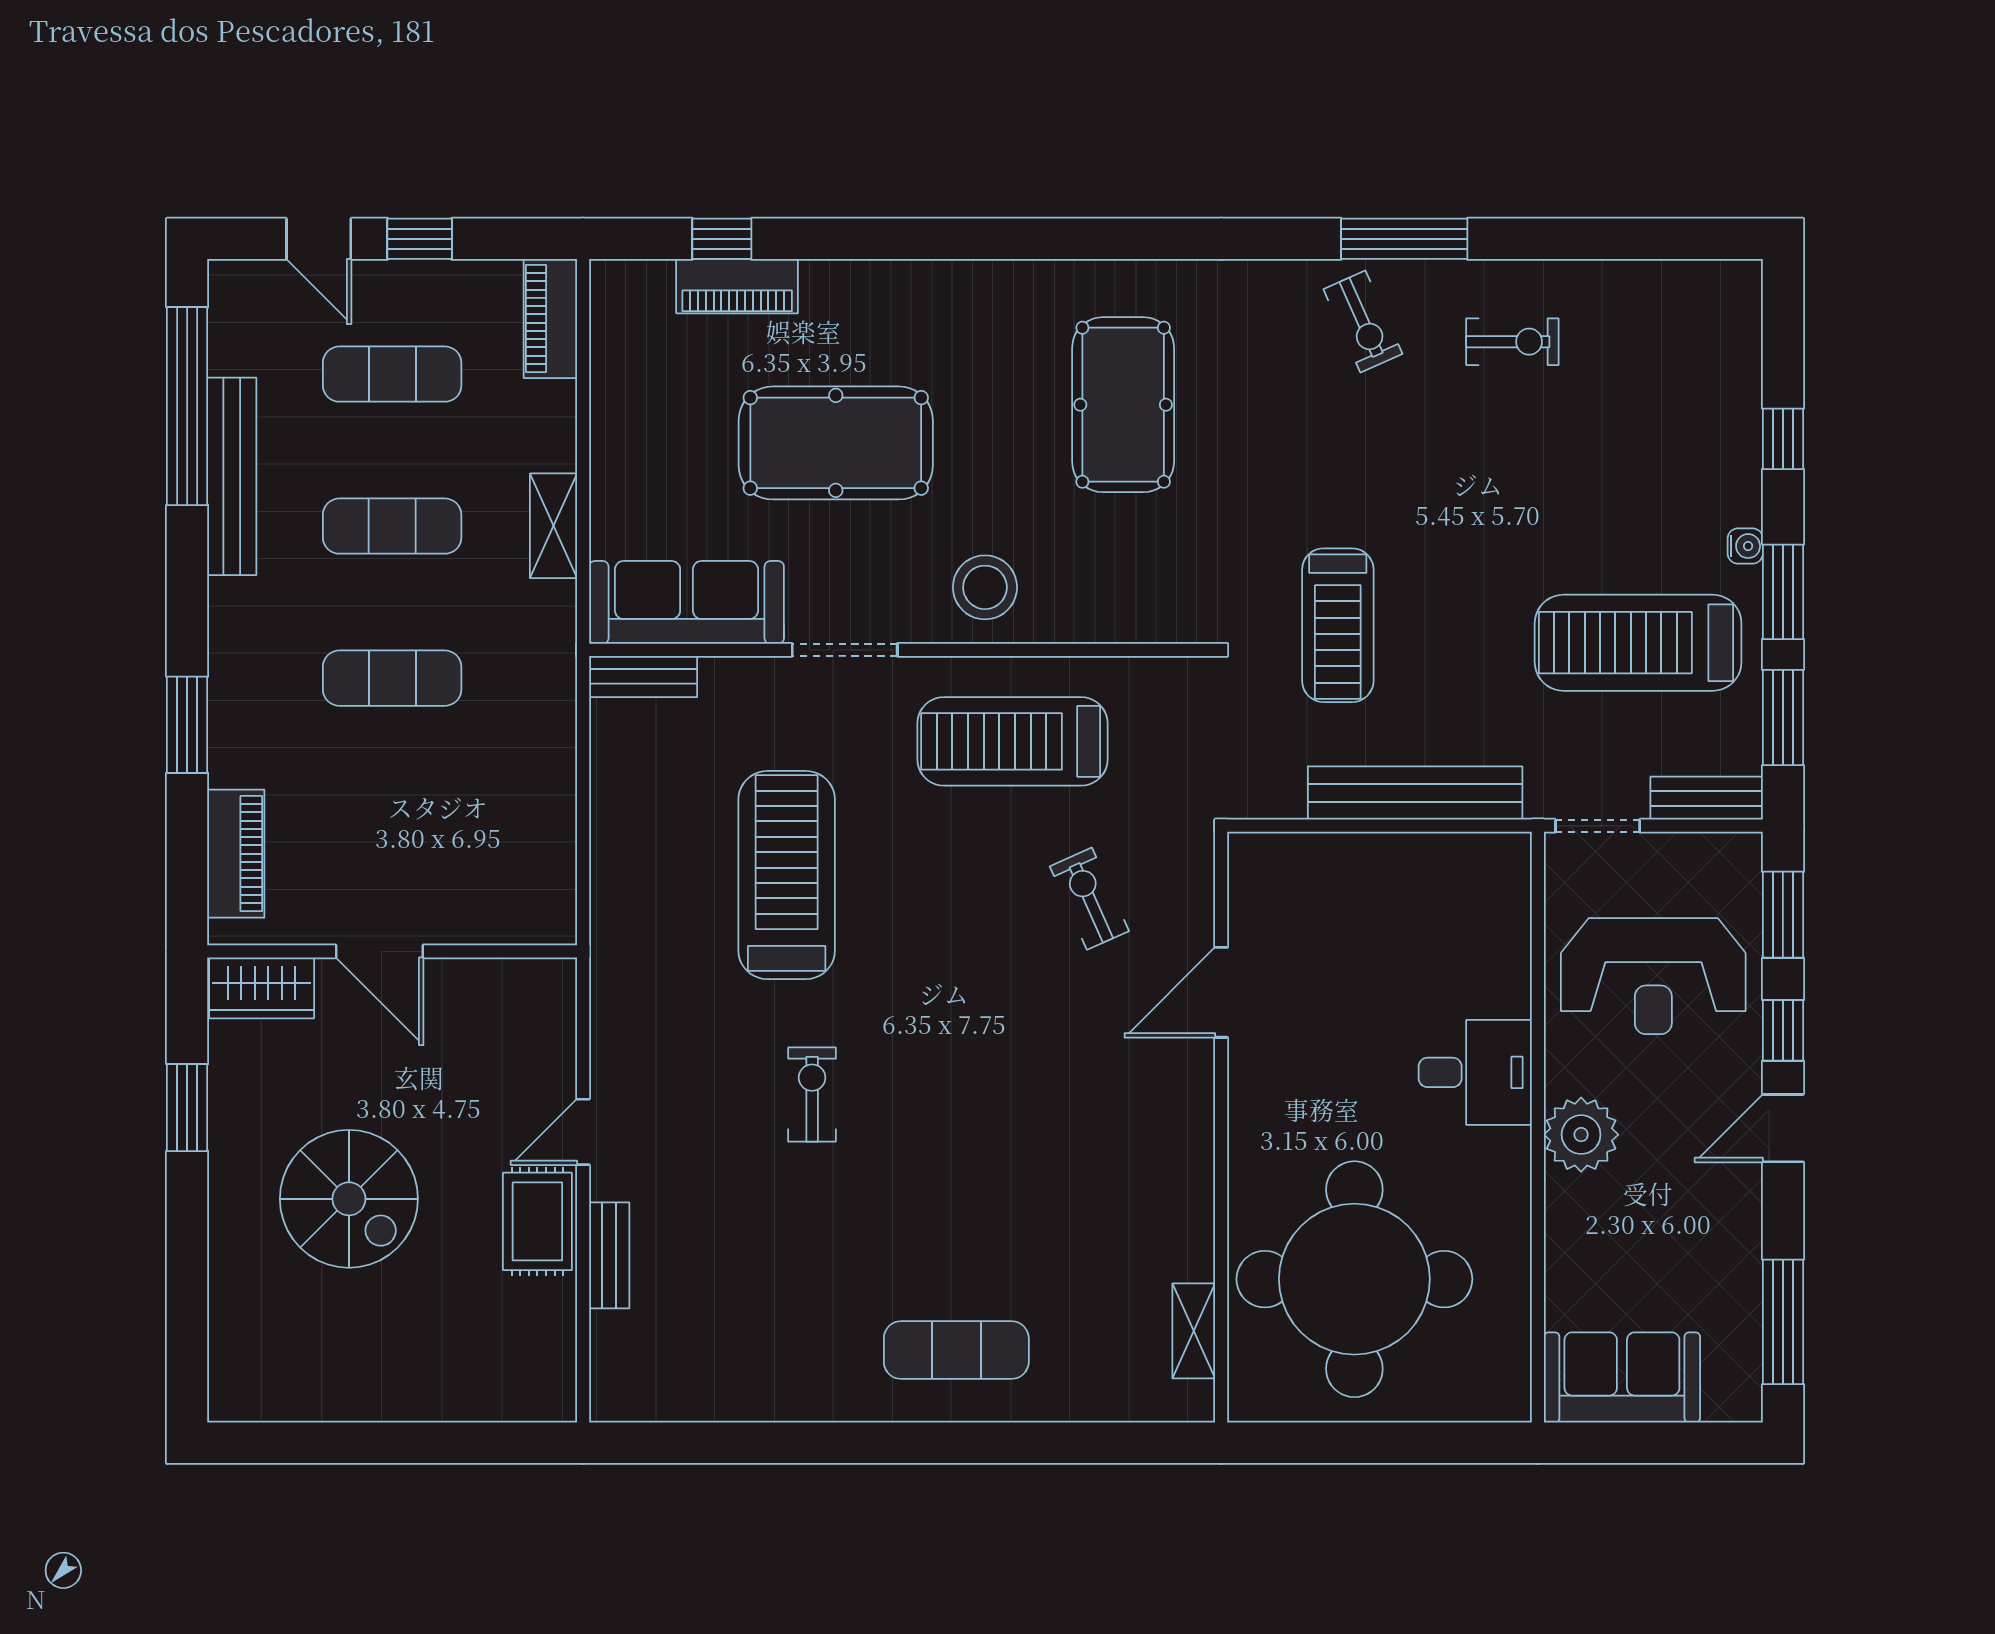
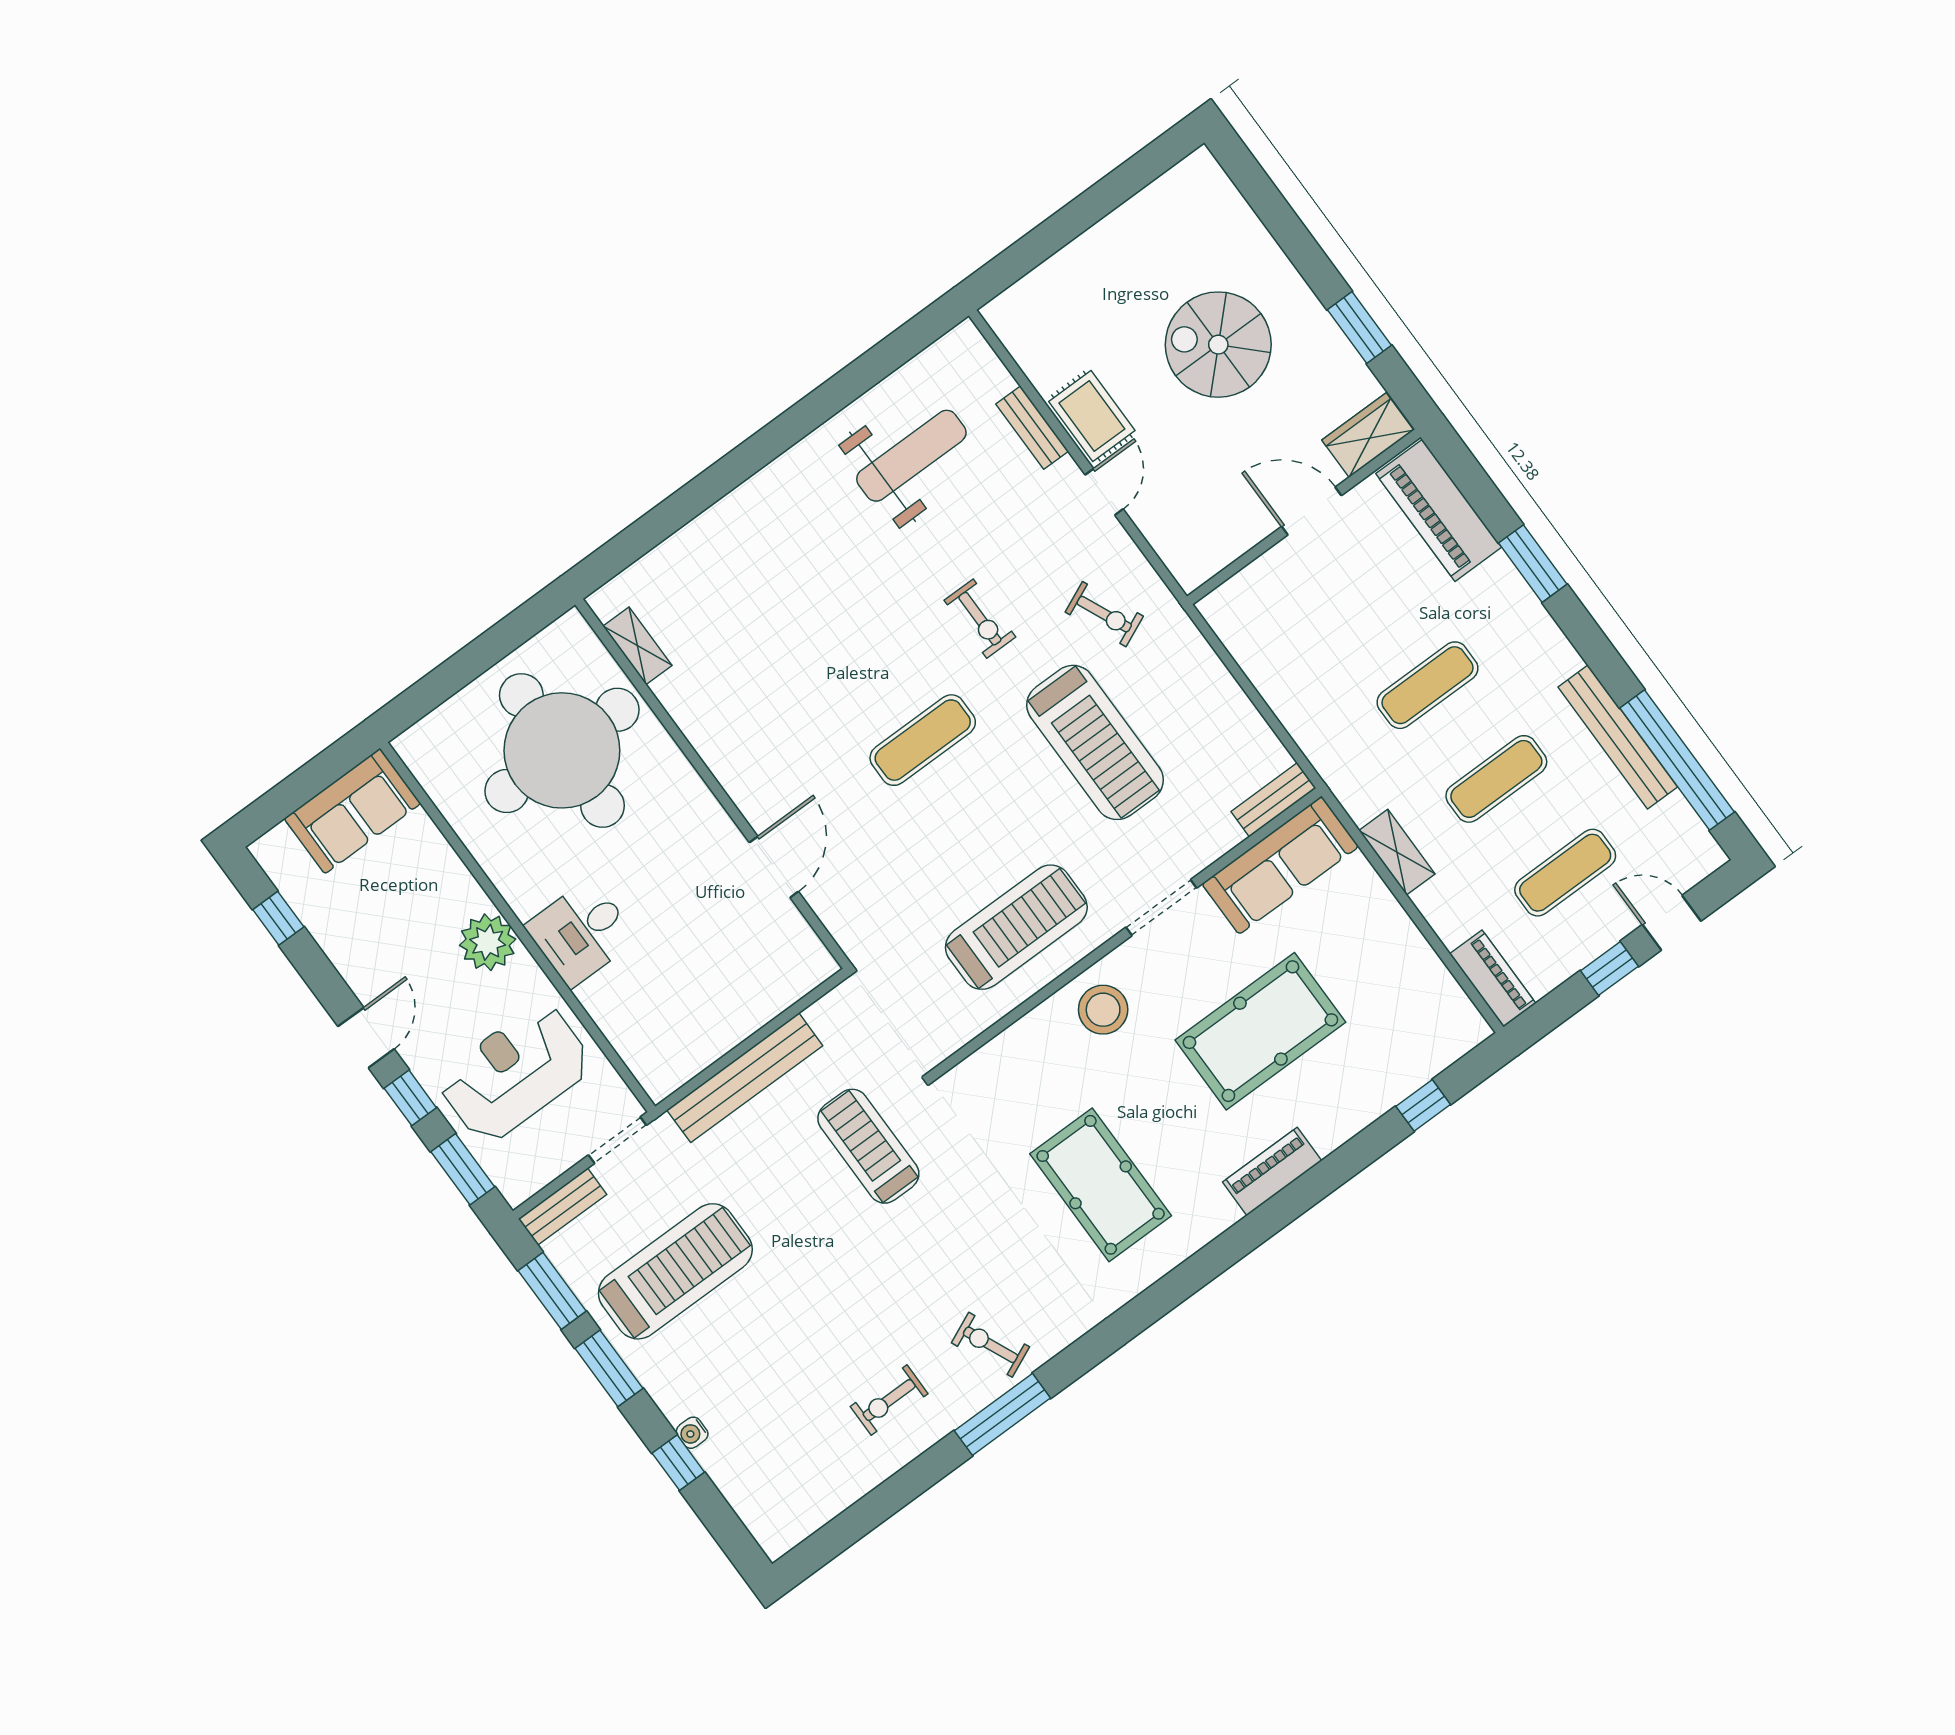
piano: (737, 286) -> (1272, 1171), moved
water cooler: (1745, 546) -> (692, 1433), moved
piano: (236, 854) -> (1439, 510), width x1.37, depth x1.33
exercise bike: (1089, 899) -> (1104, 614), moved
weight bench: (758, 1319) -> (911, 456), added
window: (1783, 1322) -> (278, 918), width x0.46
exercise mat: (956, 1350) -> (923, 740), moved

